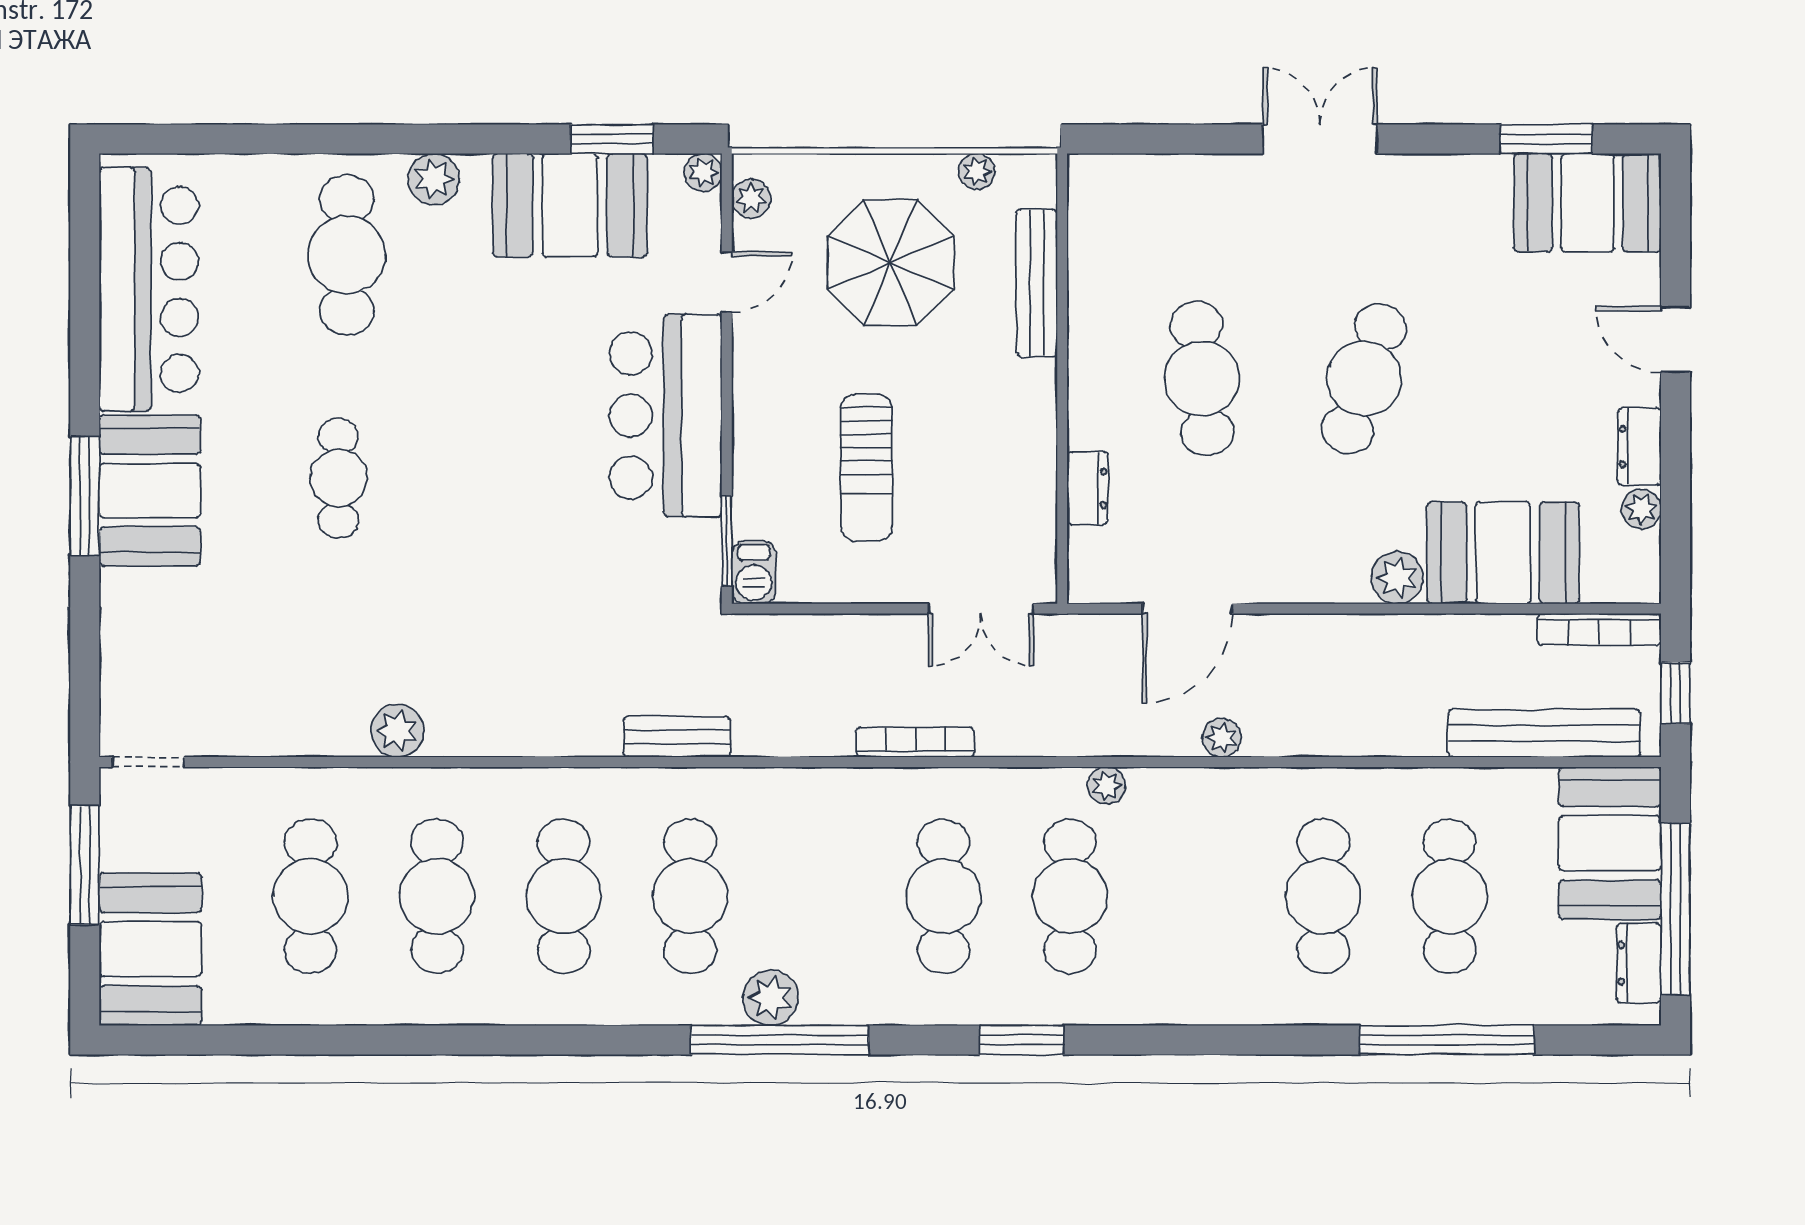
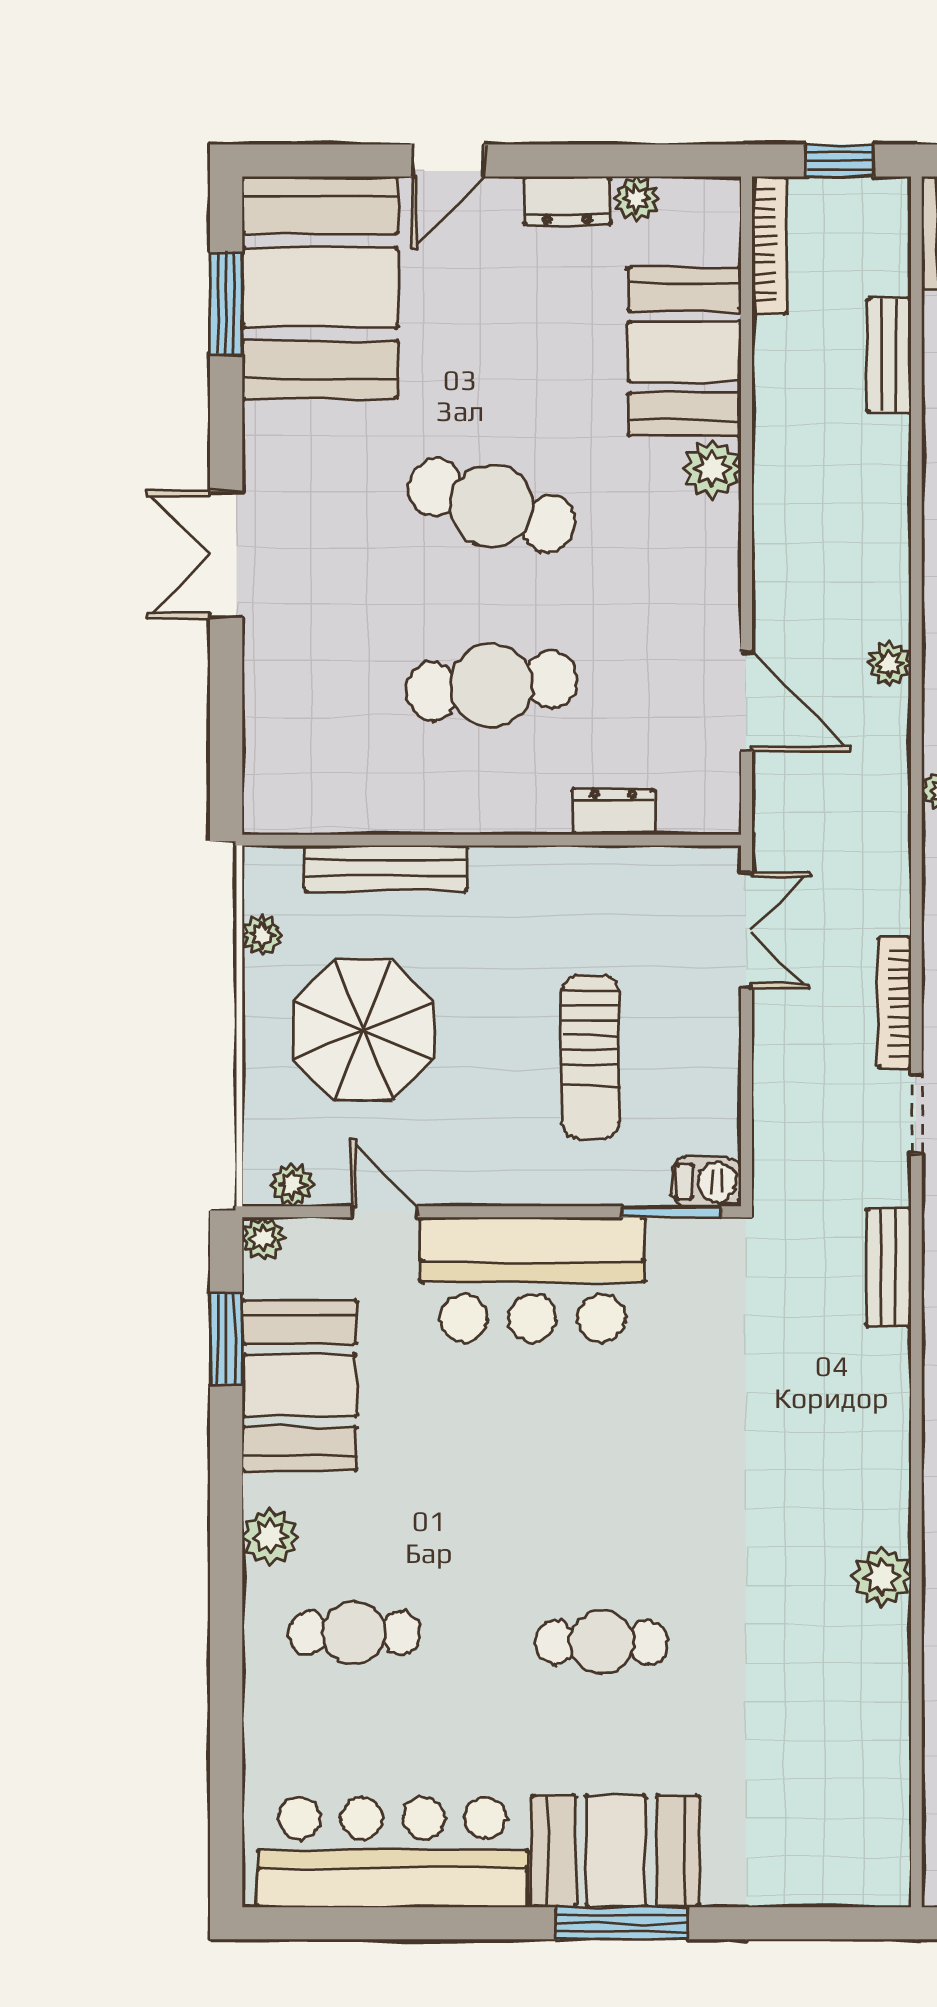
booth: (1588, 203) -> (320, 287), width x1.36, depth x1.42
cafe table: (347, 255) -> (354, 1633), width x0.73, depth x0.74
sun lounger: (866, 468) -> (590, 1057), turned 90
bench: (1544, 733) -> (889, 355), width x0.54, depth x0.82
doorway: (148, 762) -> (916, 1114), moved

